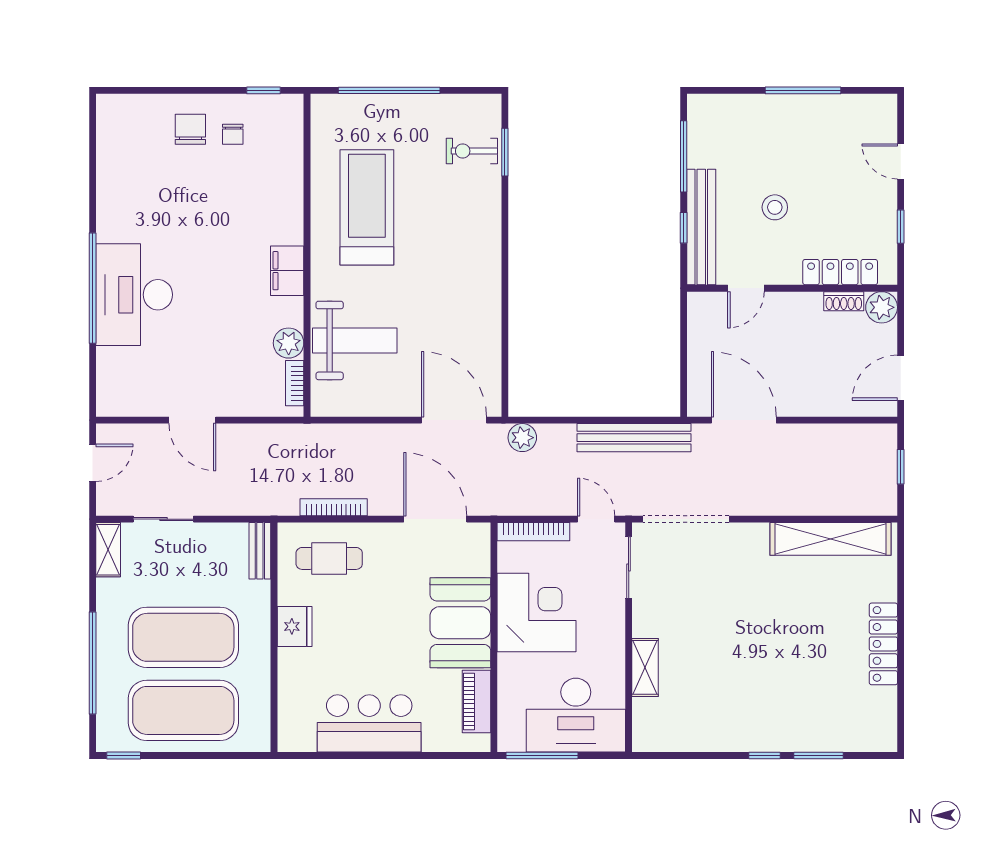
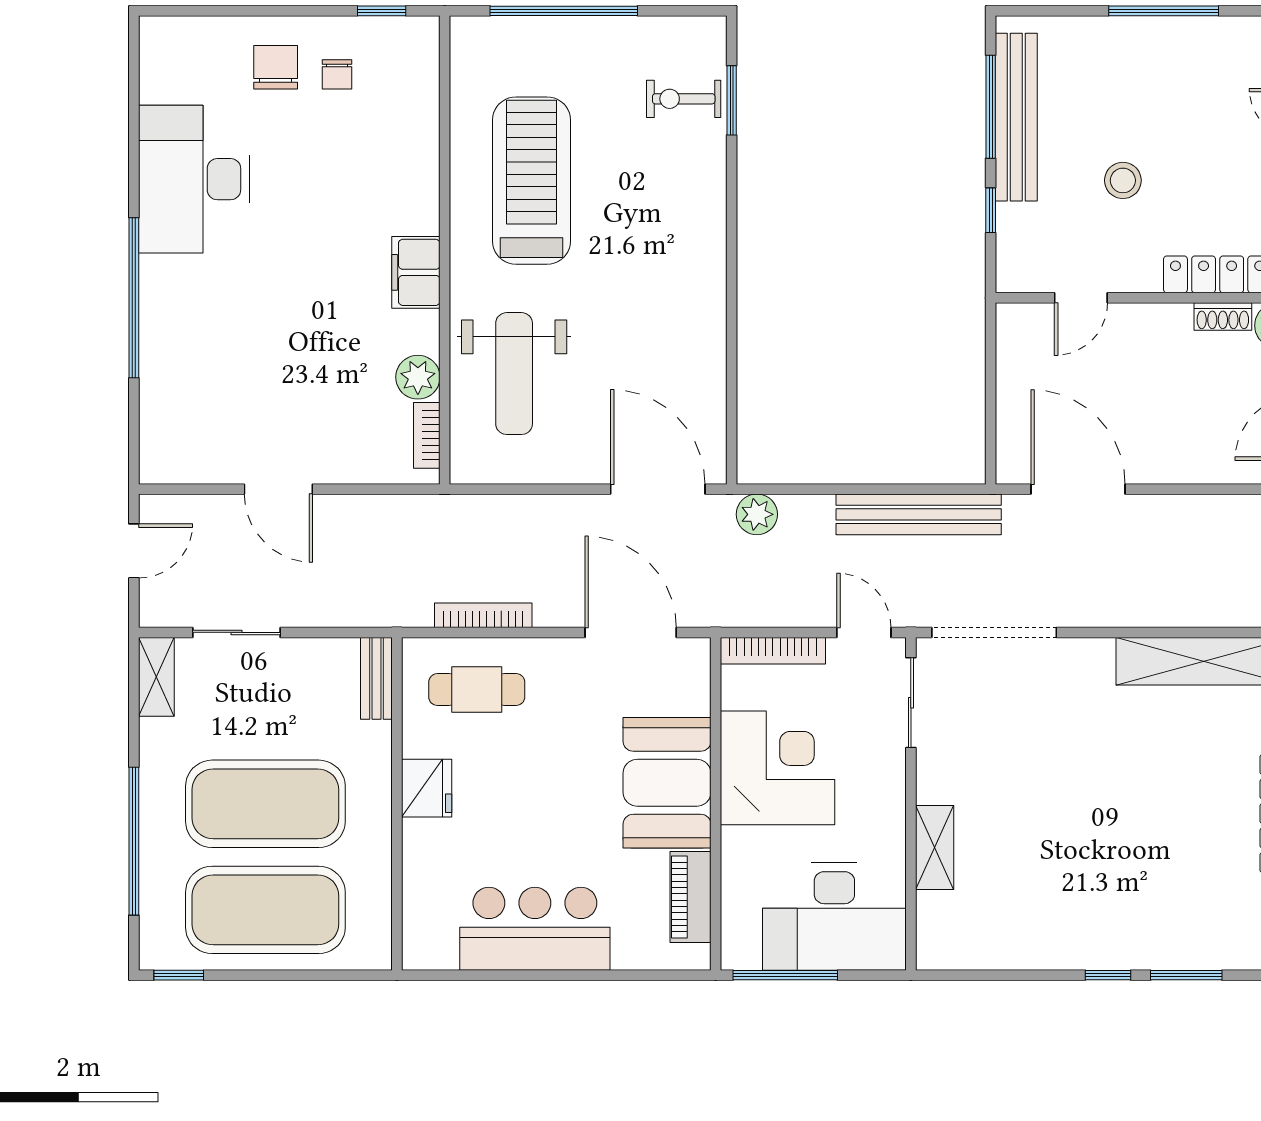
bench: (701, 227) -> (1016, 117), moved
desk: (134, 295) -> (194, 179), moved
weight bench: (355, 340) -> (514, 374), turned 90

